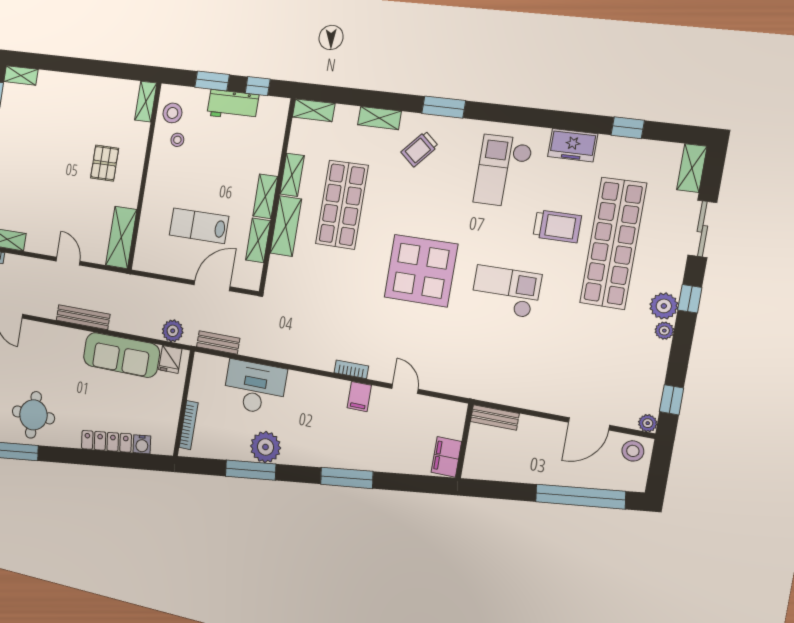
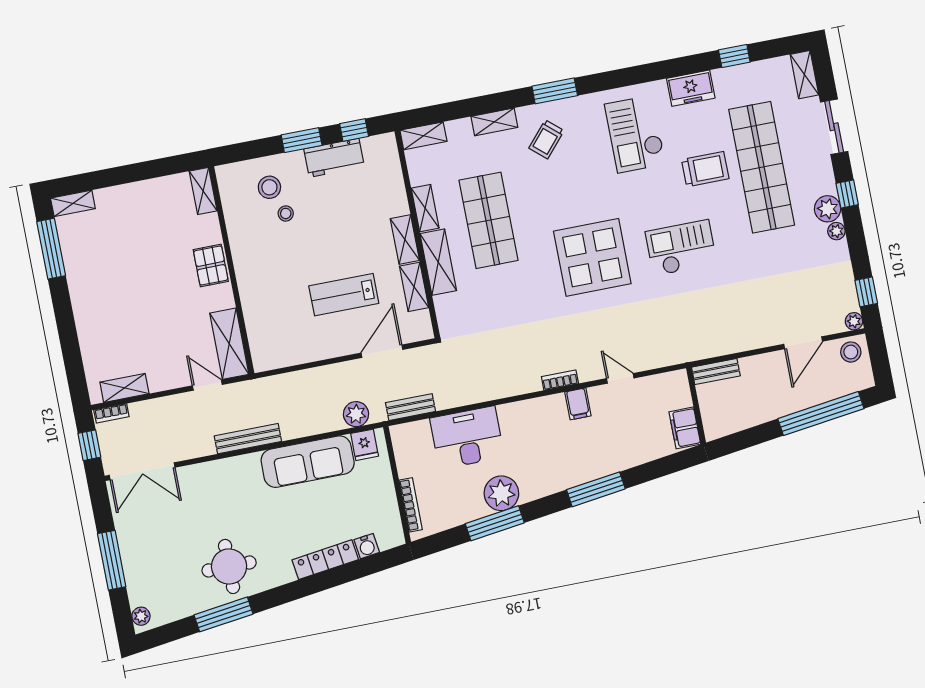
shelving: (146, 102) -> (203, 191), moved
wall: (144, 176) -> (232, 270), moved
shelving: (121, 237) -> (229, 344), moved

